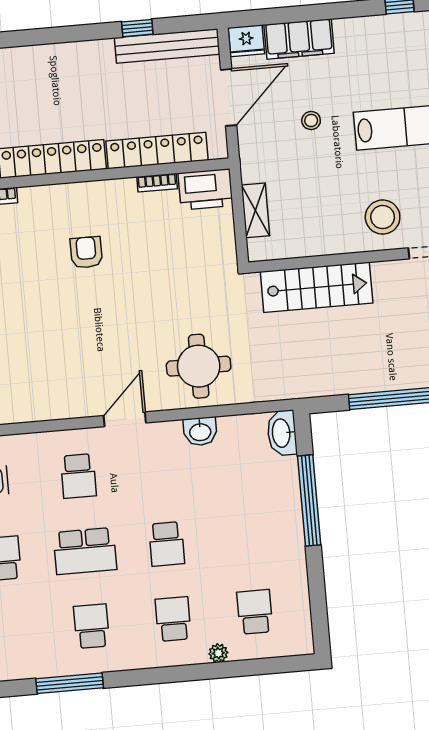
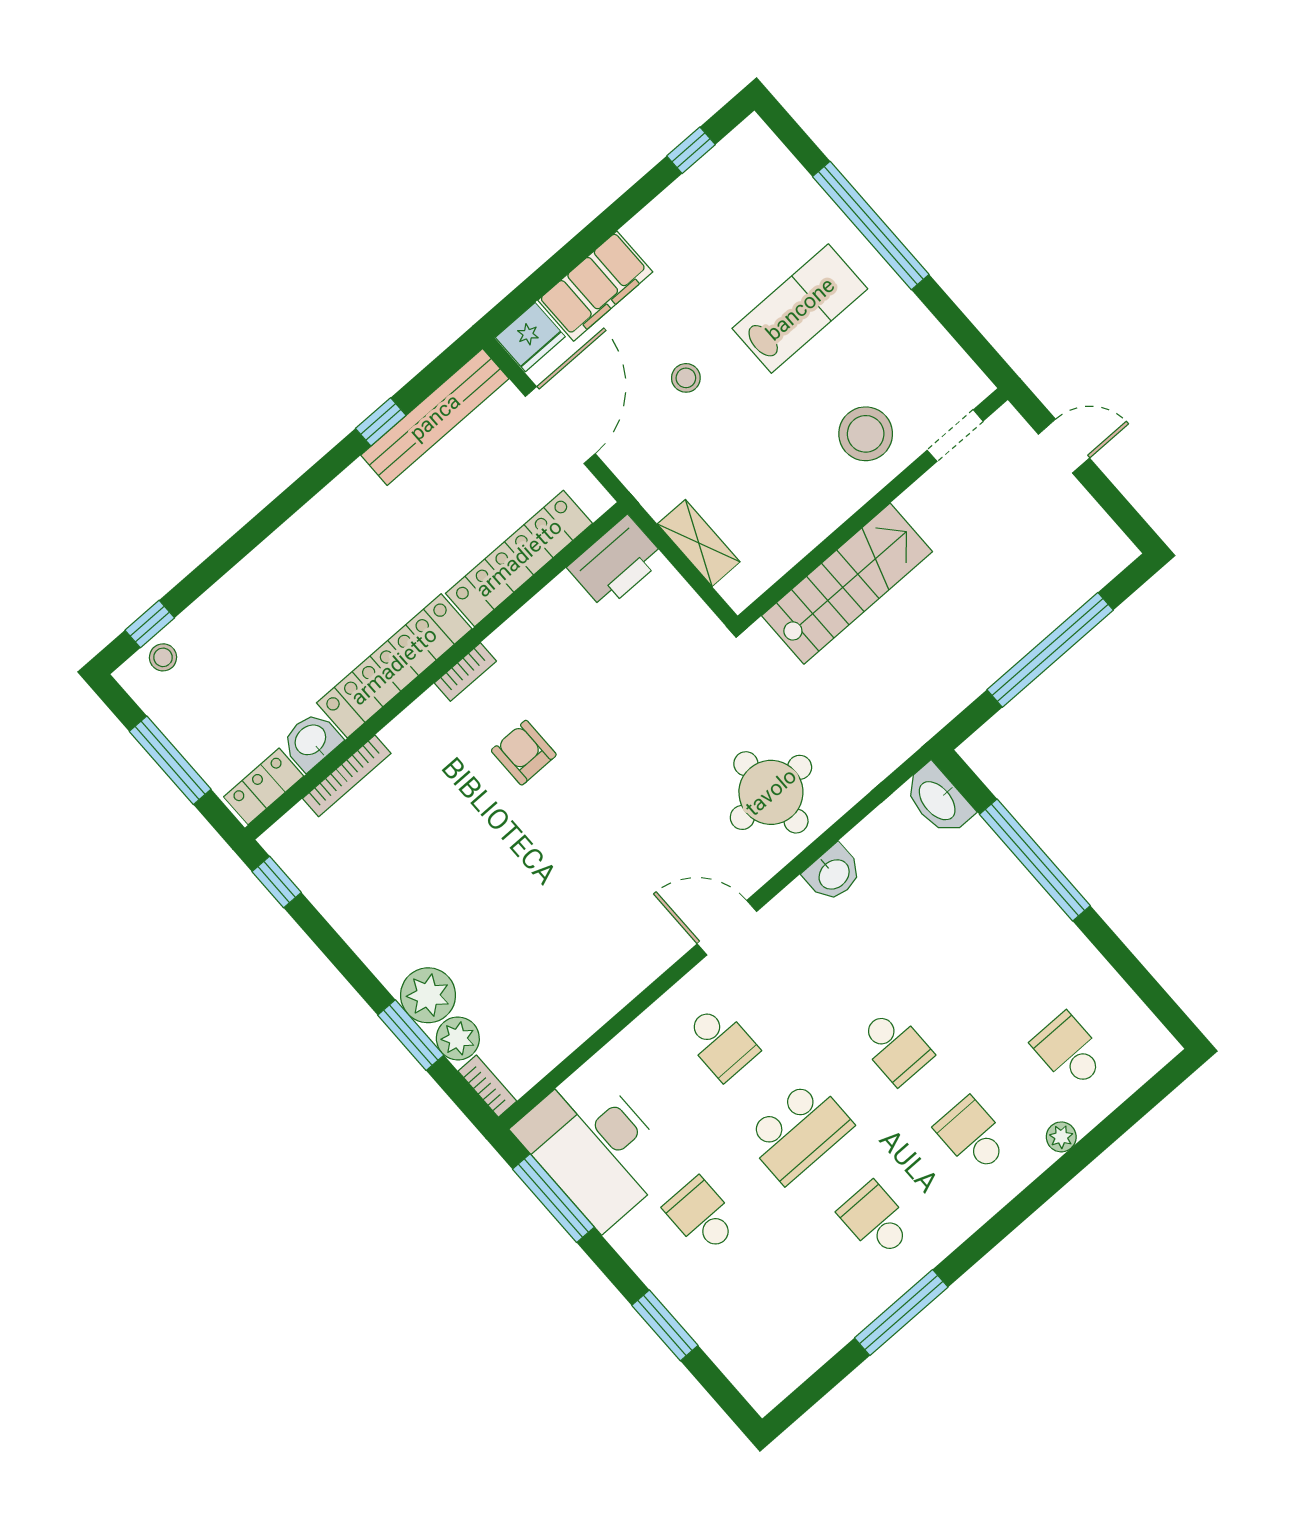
bookcase: (157, 183) -> (465, 672), moved
door: (125, 419) -> (727, 928), hinge flipped

